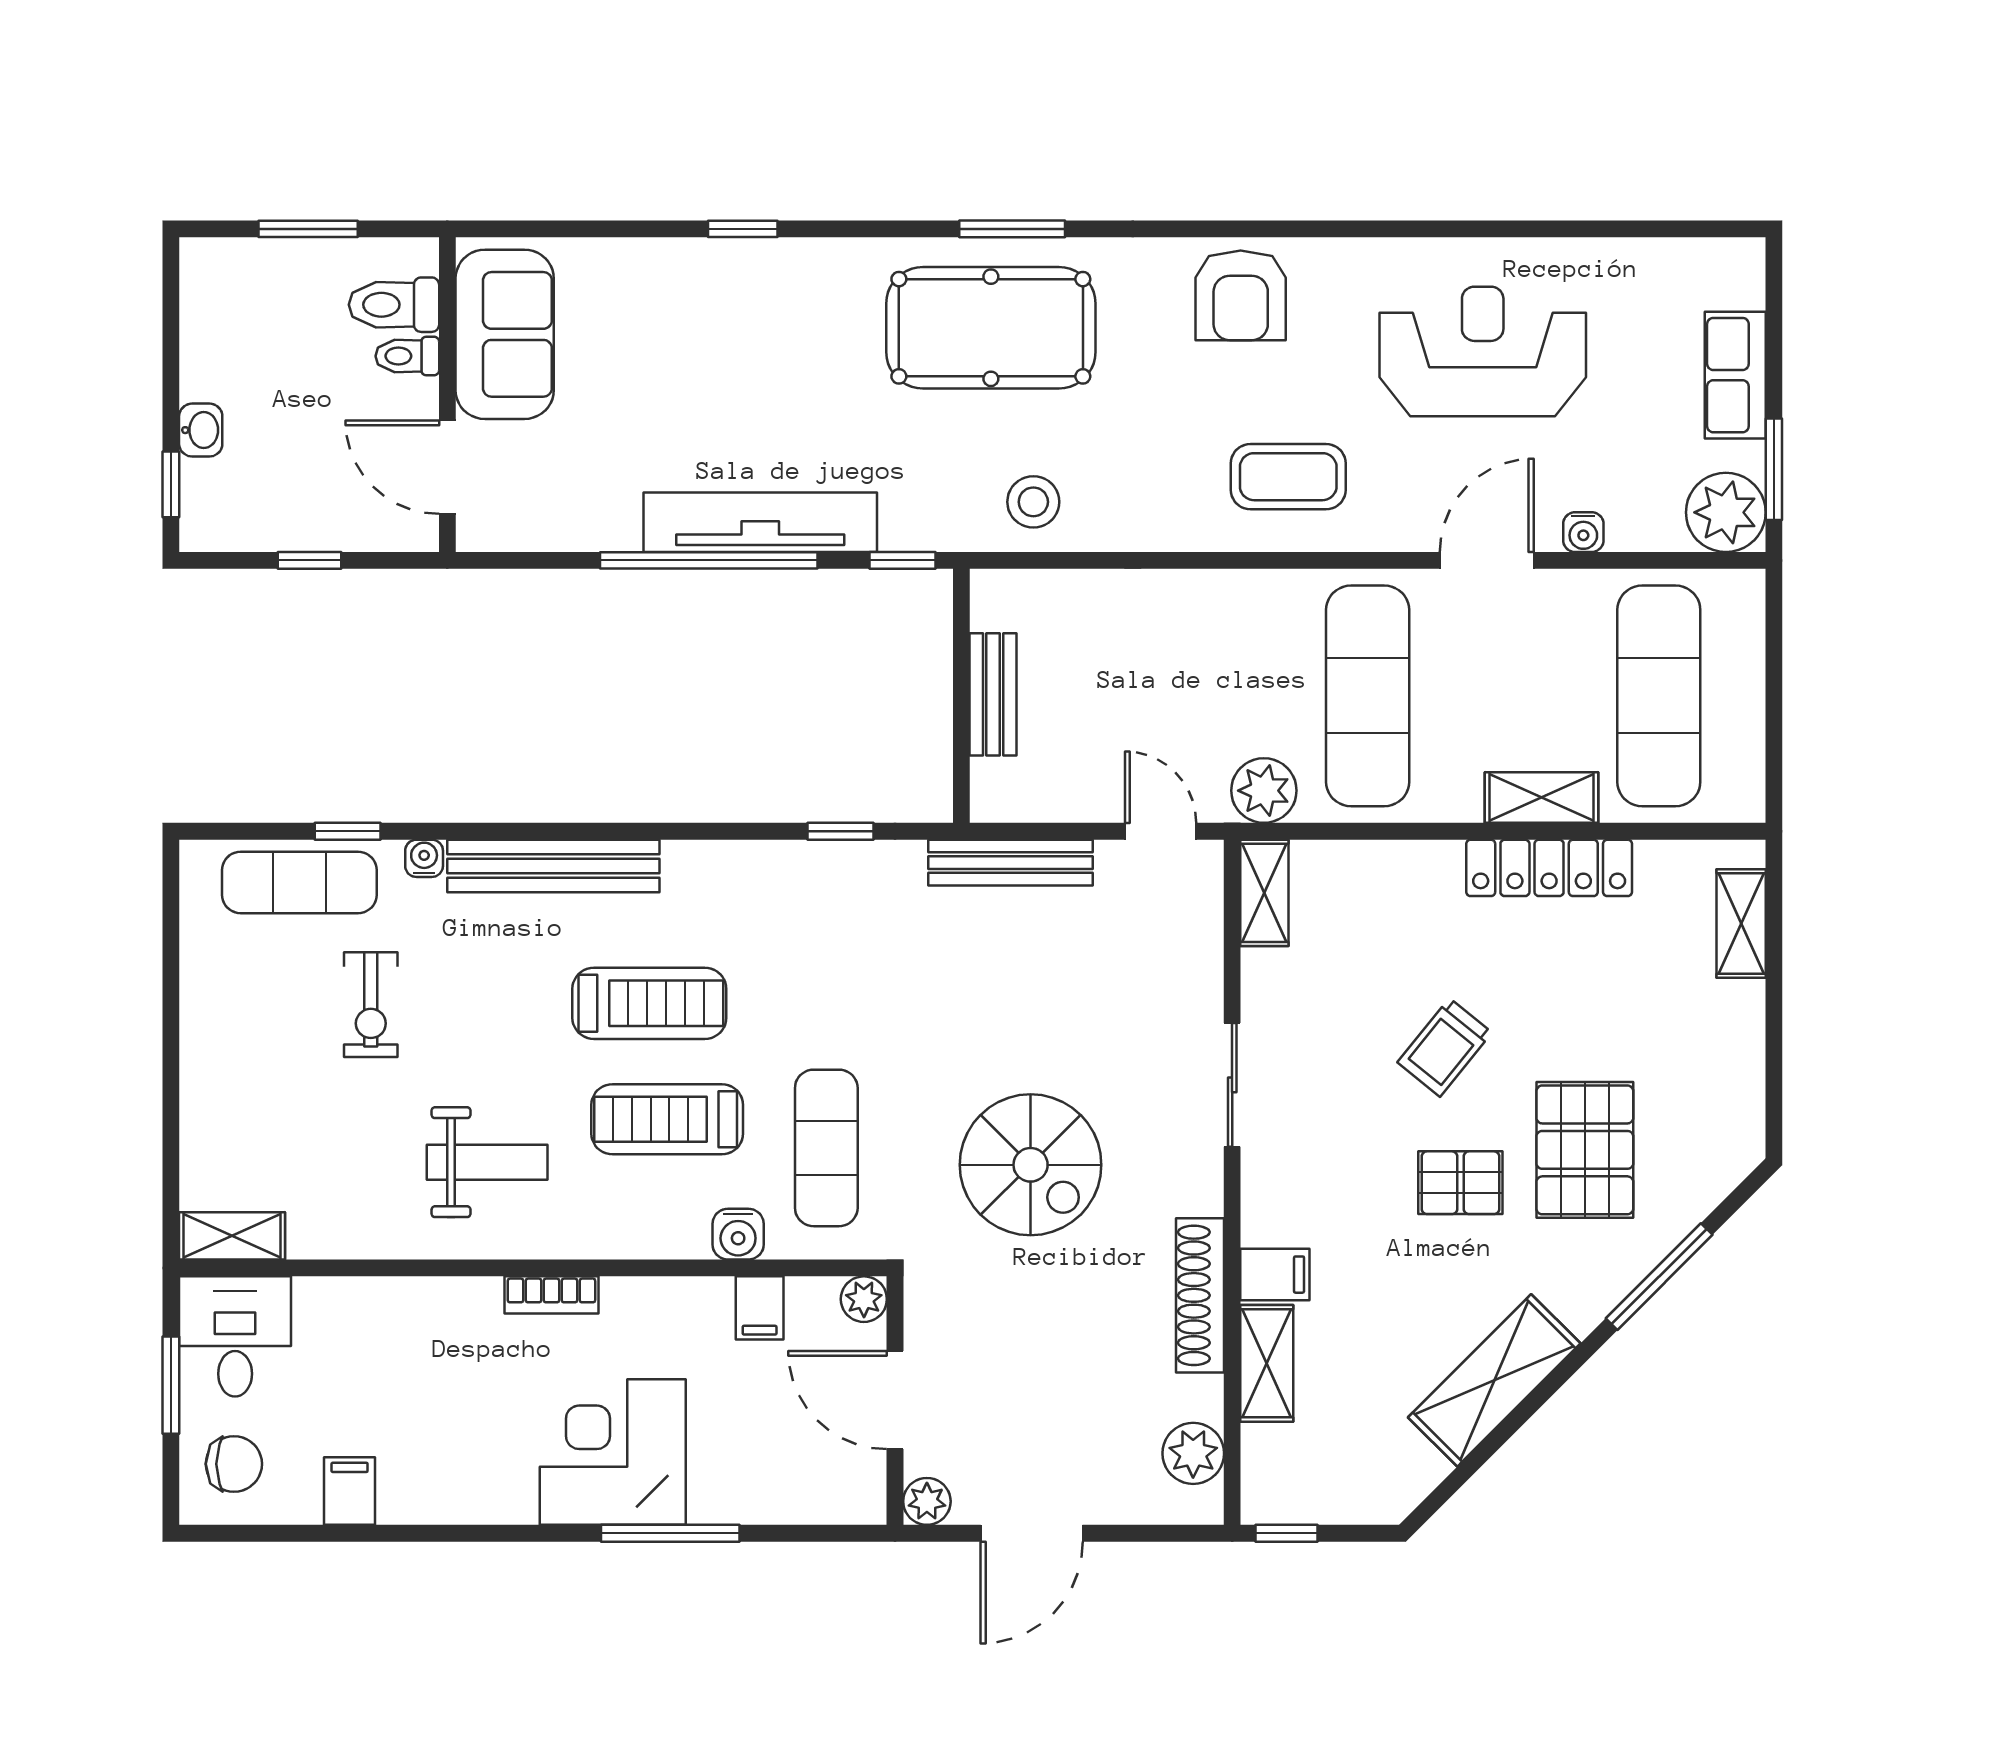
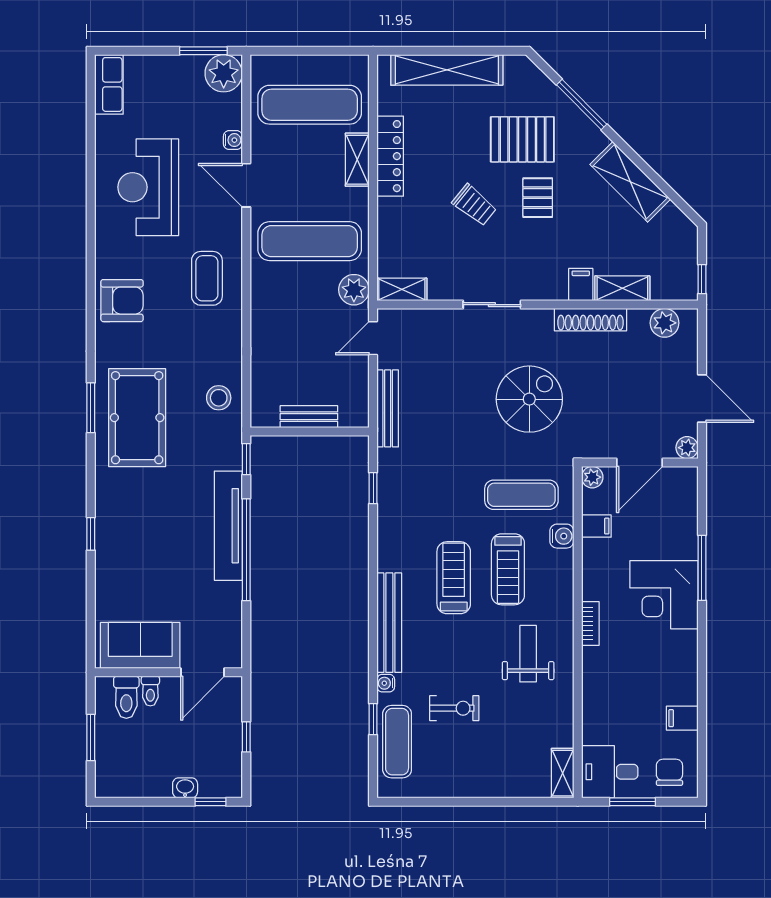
row of seats: (1735, 375) -> (109, 84), moved, turned -90
shelving: (1741, 923) -> (447, 70), width x2.20, depth x1.33

